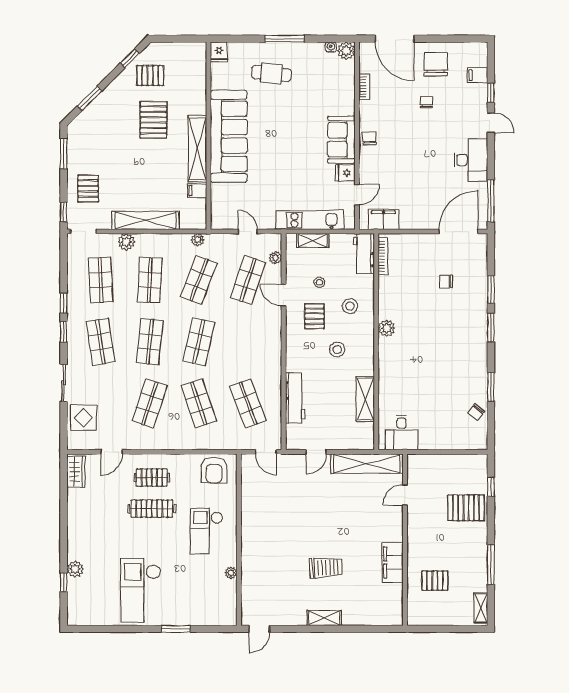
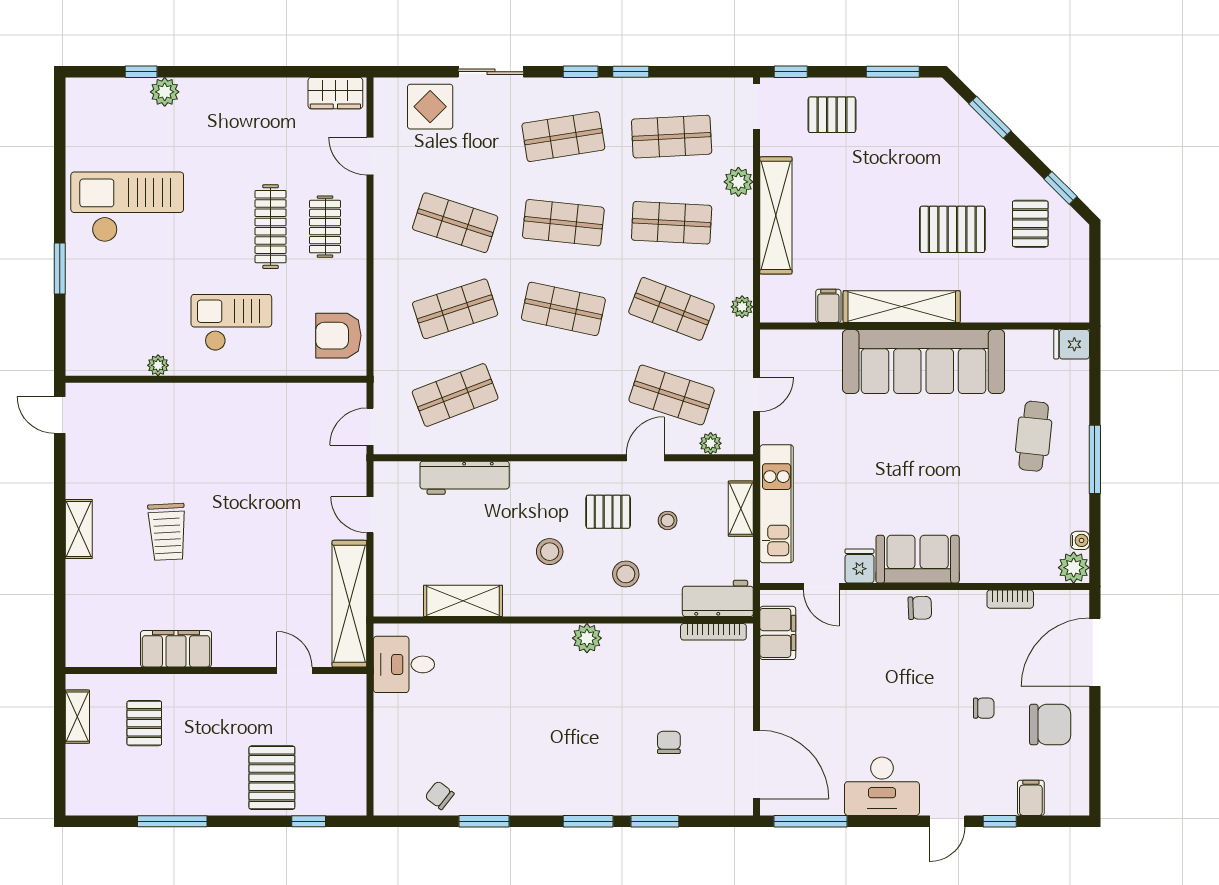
shelving: (481, 608) -> (77, 717), moved, turned 90

